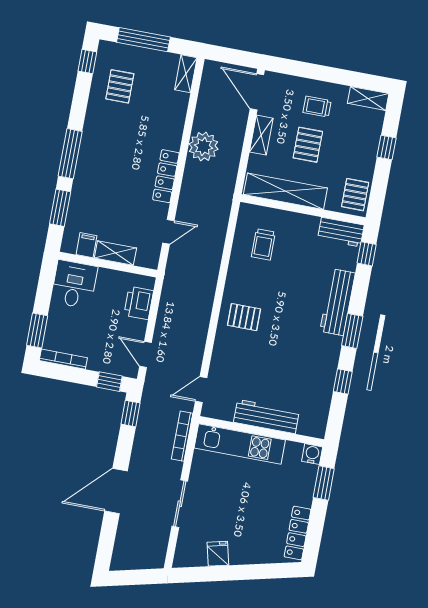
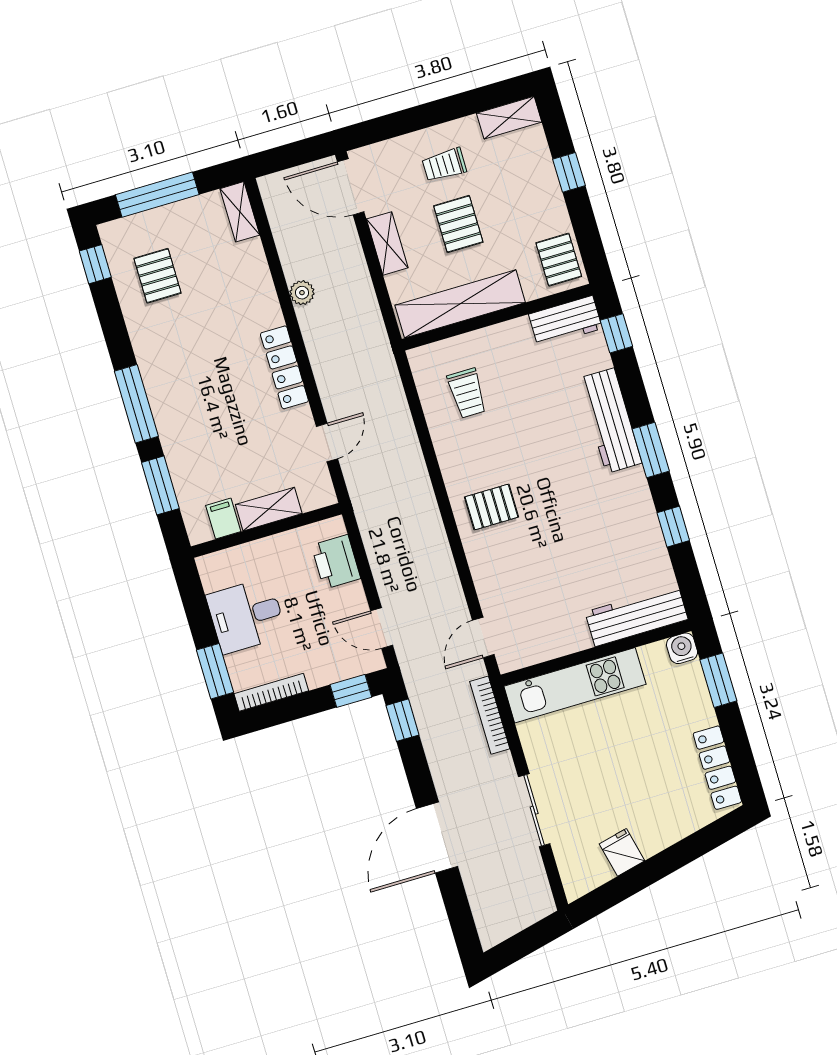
plant: (203, 147) -> (302, 293), width x0.53, depth x0.53
desk: (74, 284) -> (246, 616), moved, turned -90
workbench: (266, 417) -> (636, 616), moved

